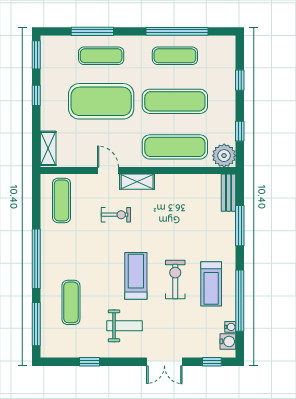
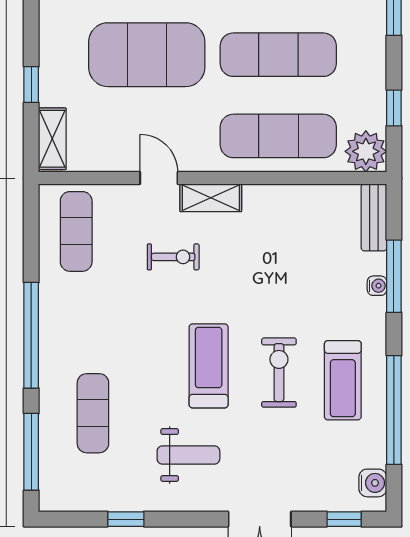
window: (36, 95) -> (31, 85), moved
water cooler: (230, 327) -> (377, 286), moved

